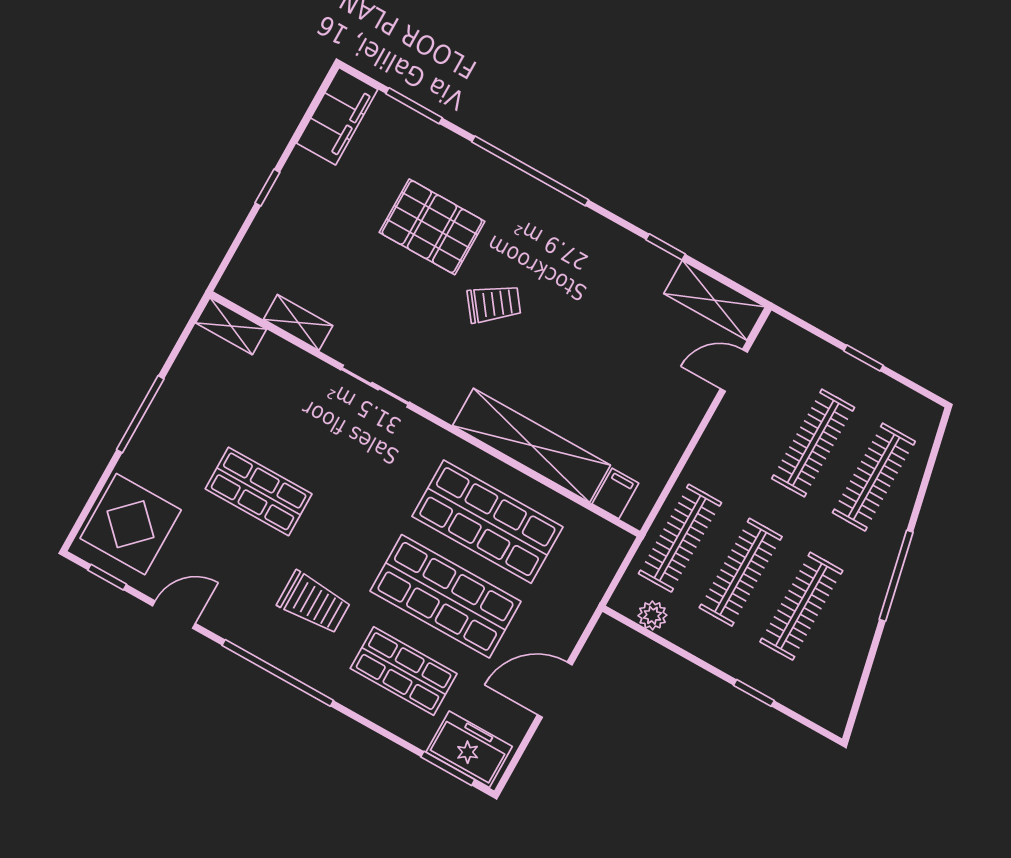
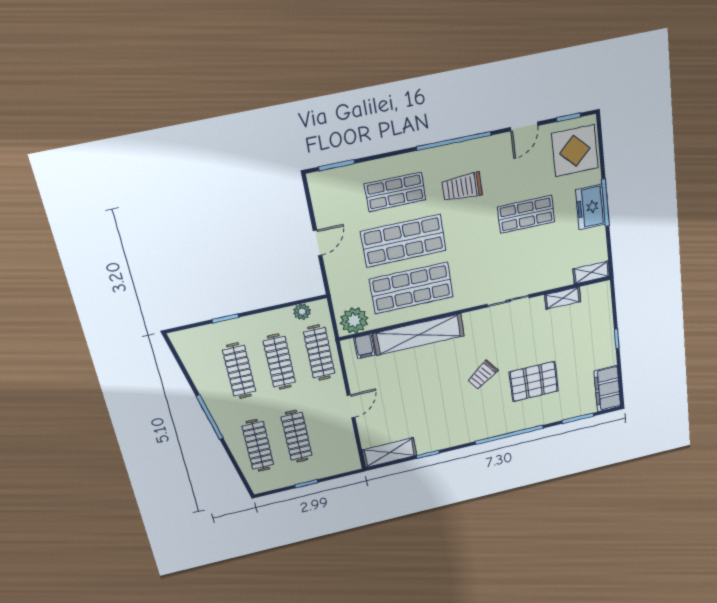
door: (734, 370) -> (351, 406), moved
plant: (598, 543) -> (354, 320), added
door: (555, 690) -> (318, 243), width x0.73
freezer: (469, 749) -> (591, 207), moved, turned 90

